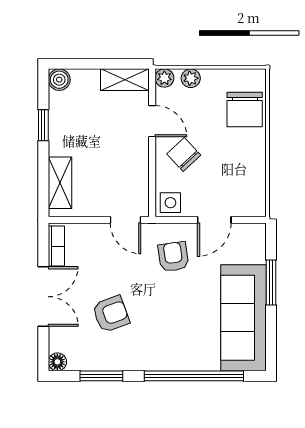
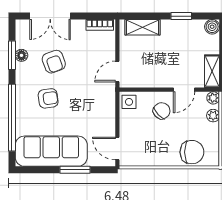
chair: (245, 110) -> (192, 152), turned 180
door: (214, 220) -> (117, 149), moved
armchair: (173, 257) -> (48, 98), moved
double door: (43, 297) -> (50, 16), moved
floor lamp: (57, 362) -> (21, 55), moved

